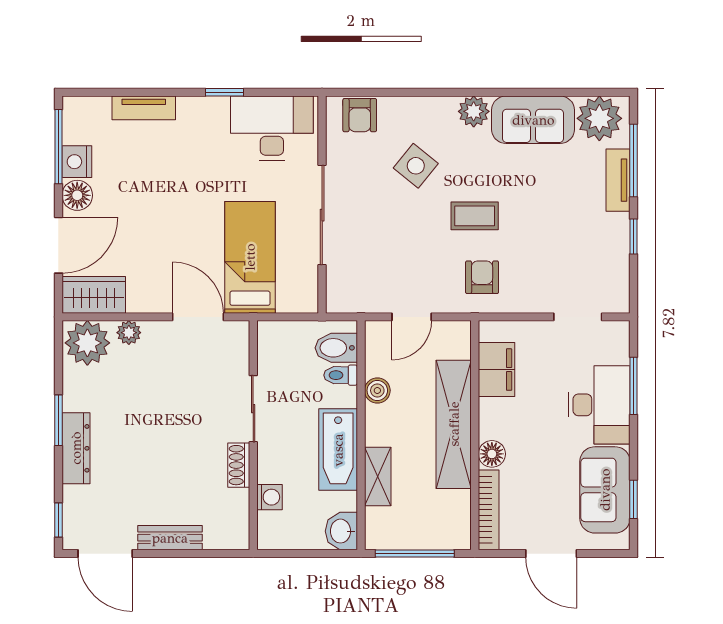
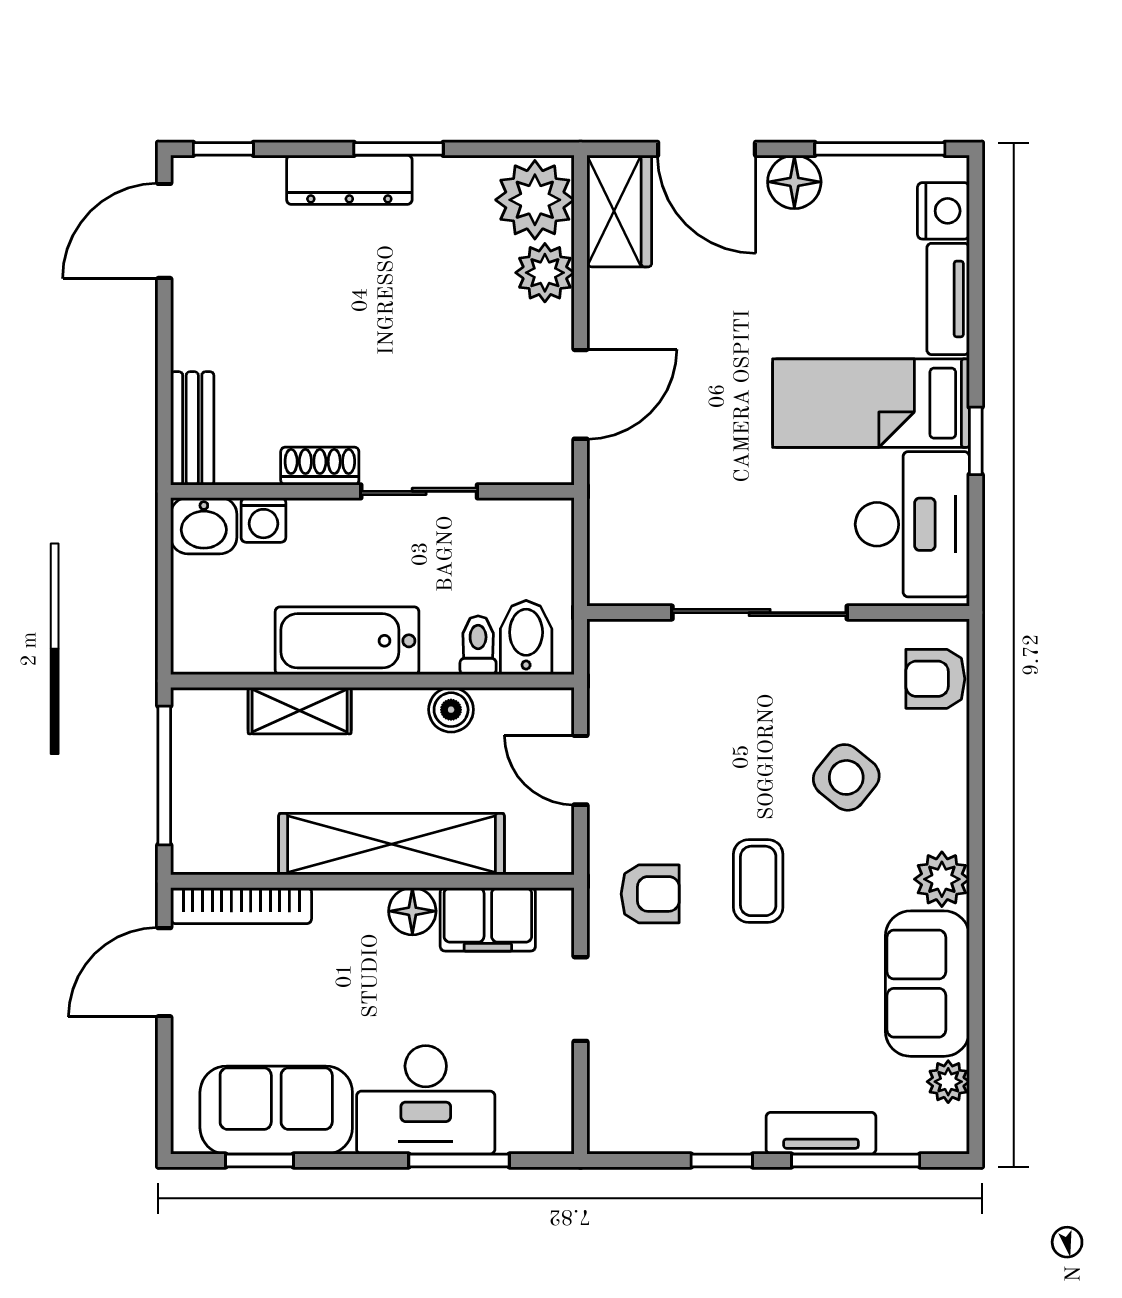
plant: (599, 118) -> (948, 1082), width x0.53, depth x0.53
nightstand: (77, 162) -> (943, 211), moved, turned 90
bed: (250, 257) -> (871, 403), moved, turned 180
doorway: (578, 317) -> (581, 999), moved
plant: (129, 333) -> (545, 273), width x1.38, depth x1.38
floor lamp: (492, 454) -> (412, 911), moved
washbasin: (341, 531) -> (204, 526), moved, turned 180
bench: (170, 538) -> (192, 428), moved
door: (551, 554) -> (164, 972), moved

